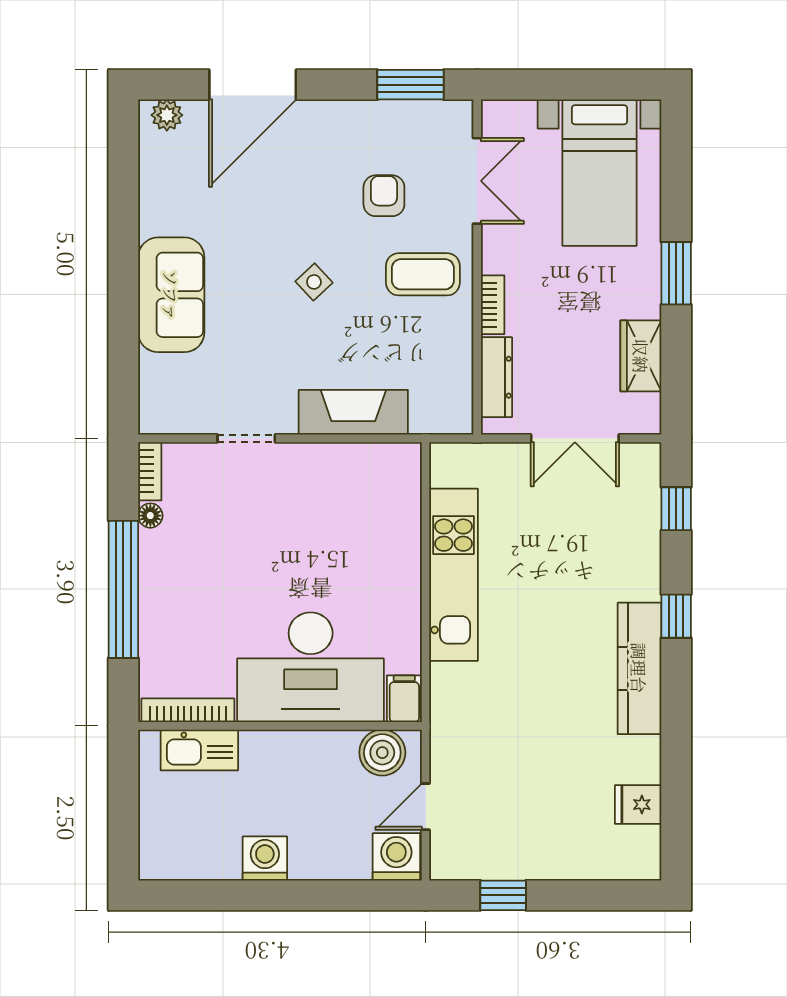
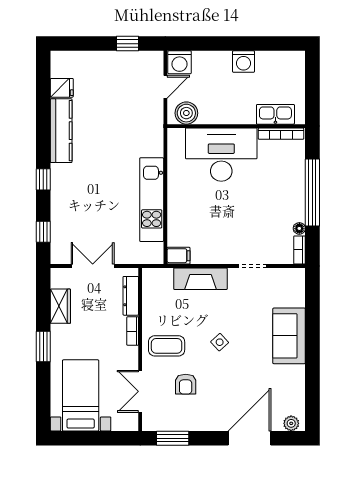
kitchen counter: (639, 668) -> (61, 131), moved
filing cabinet: (404, 699) -> (178, 256), moved, turned -90

